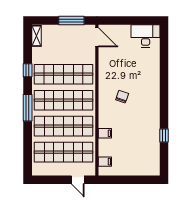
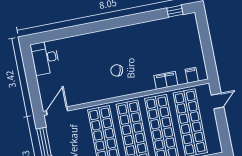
filing cabinet: (105, 133) -> (166, 80), width x2.00
window: (164, 135) -> (175, 11), moved

